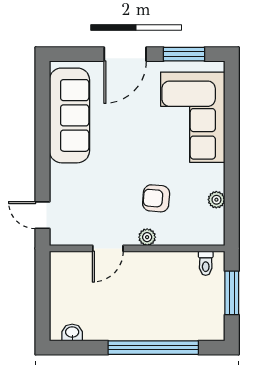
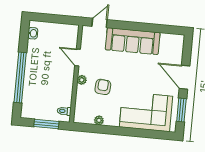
sofa: (69, 115) -> (133, 41), moved

